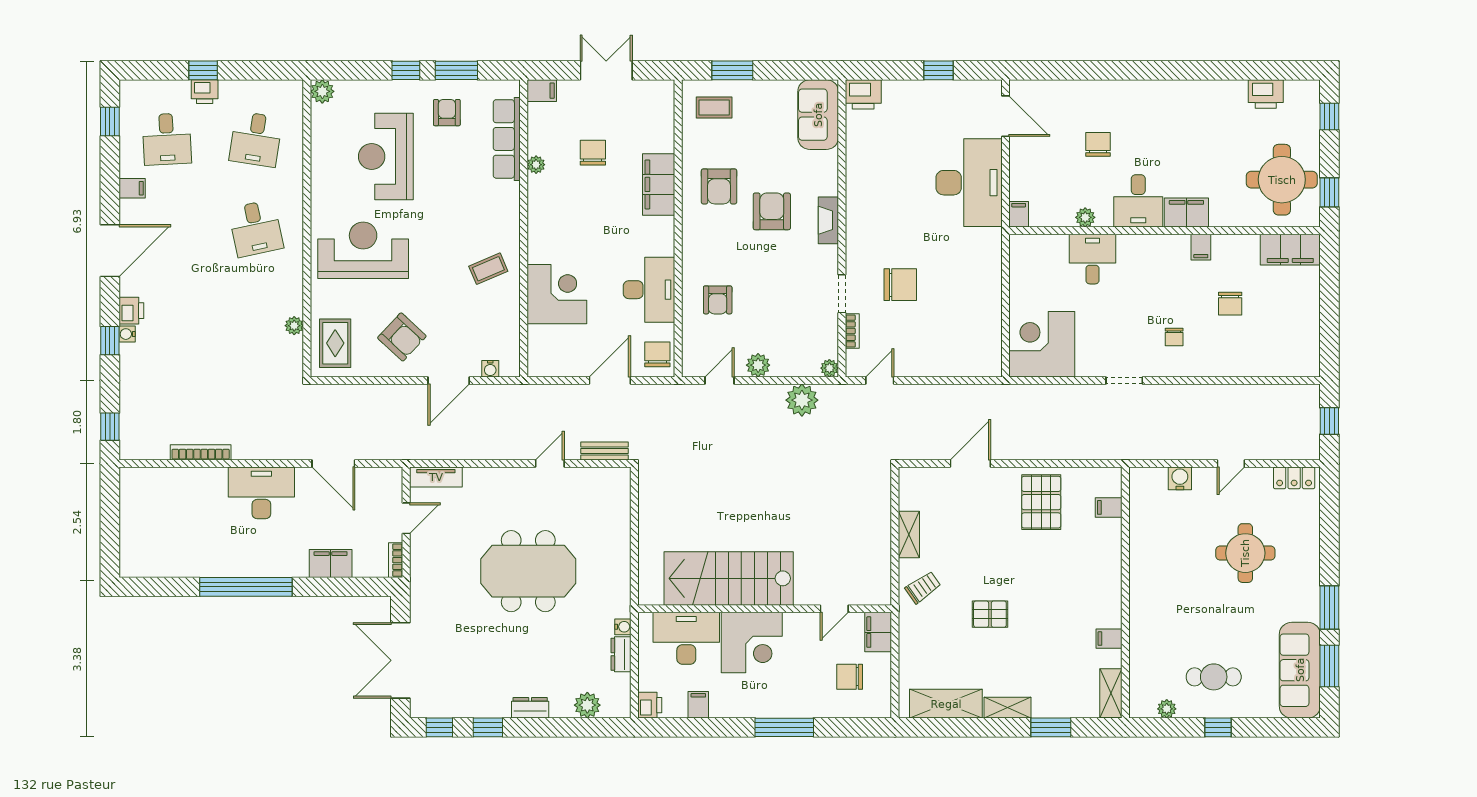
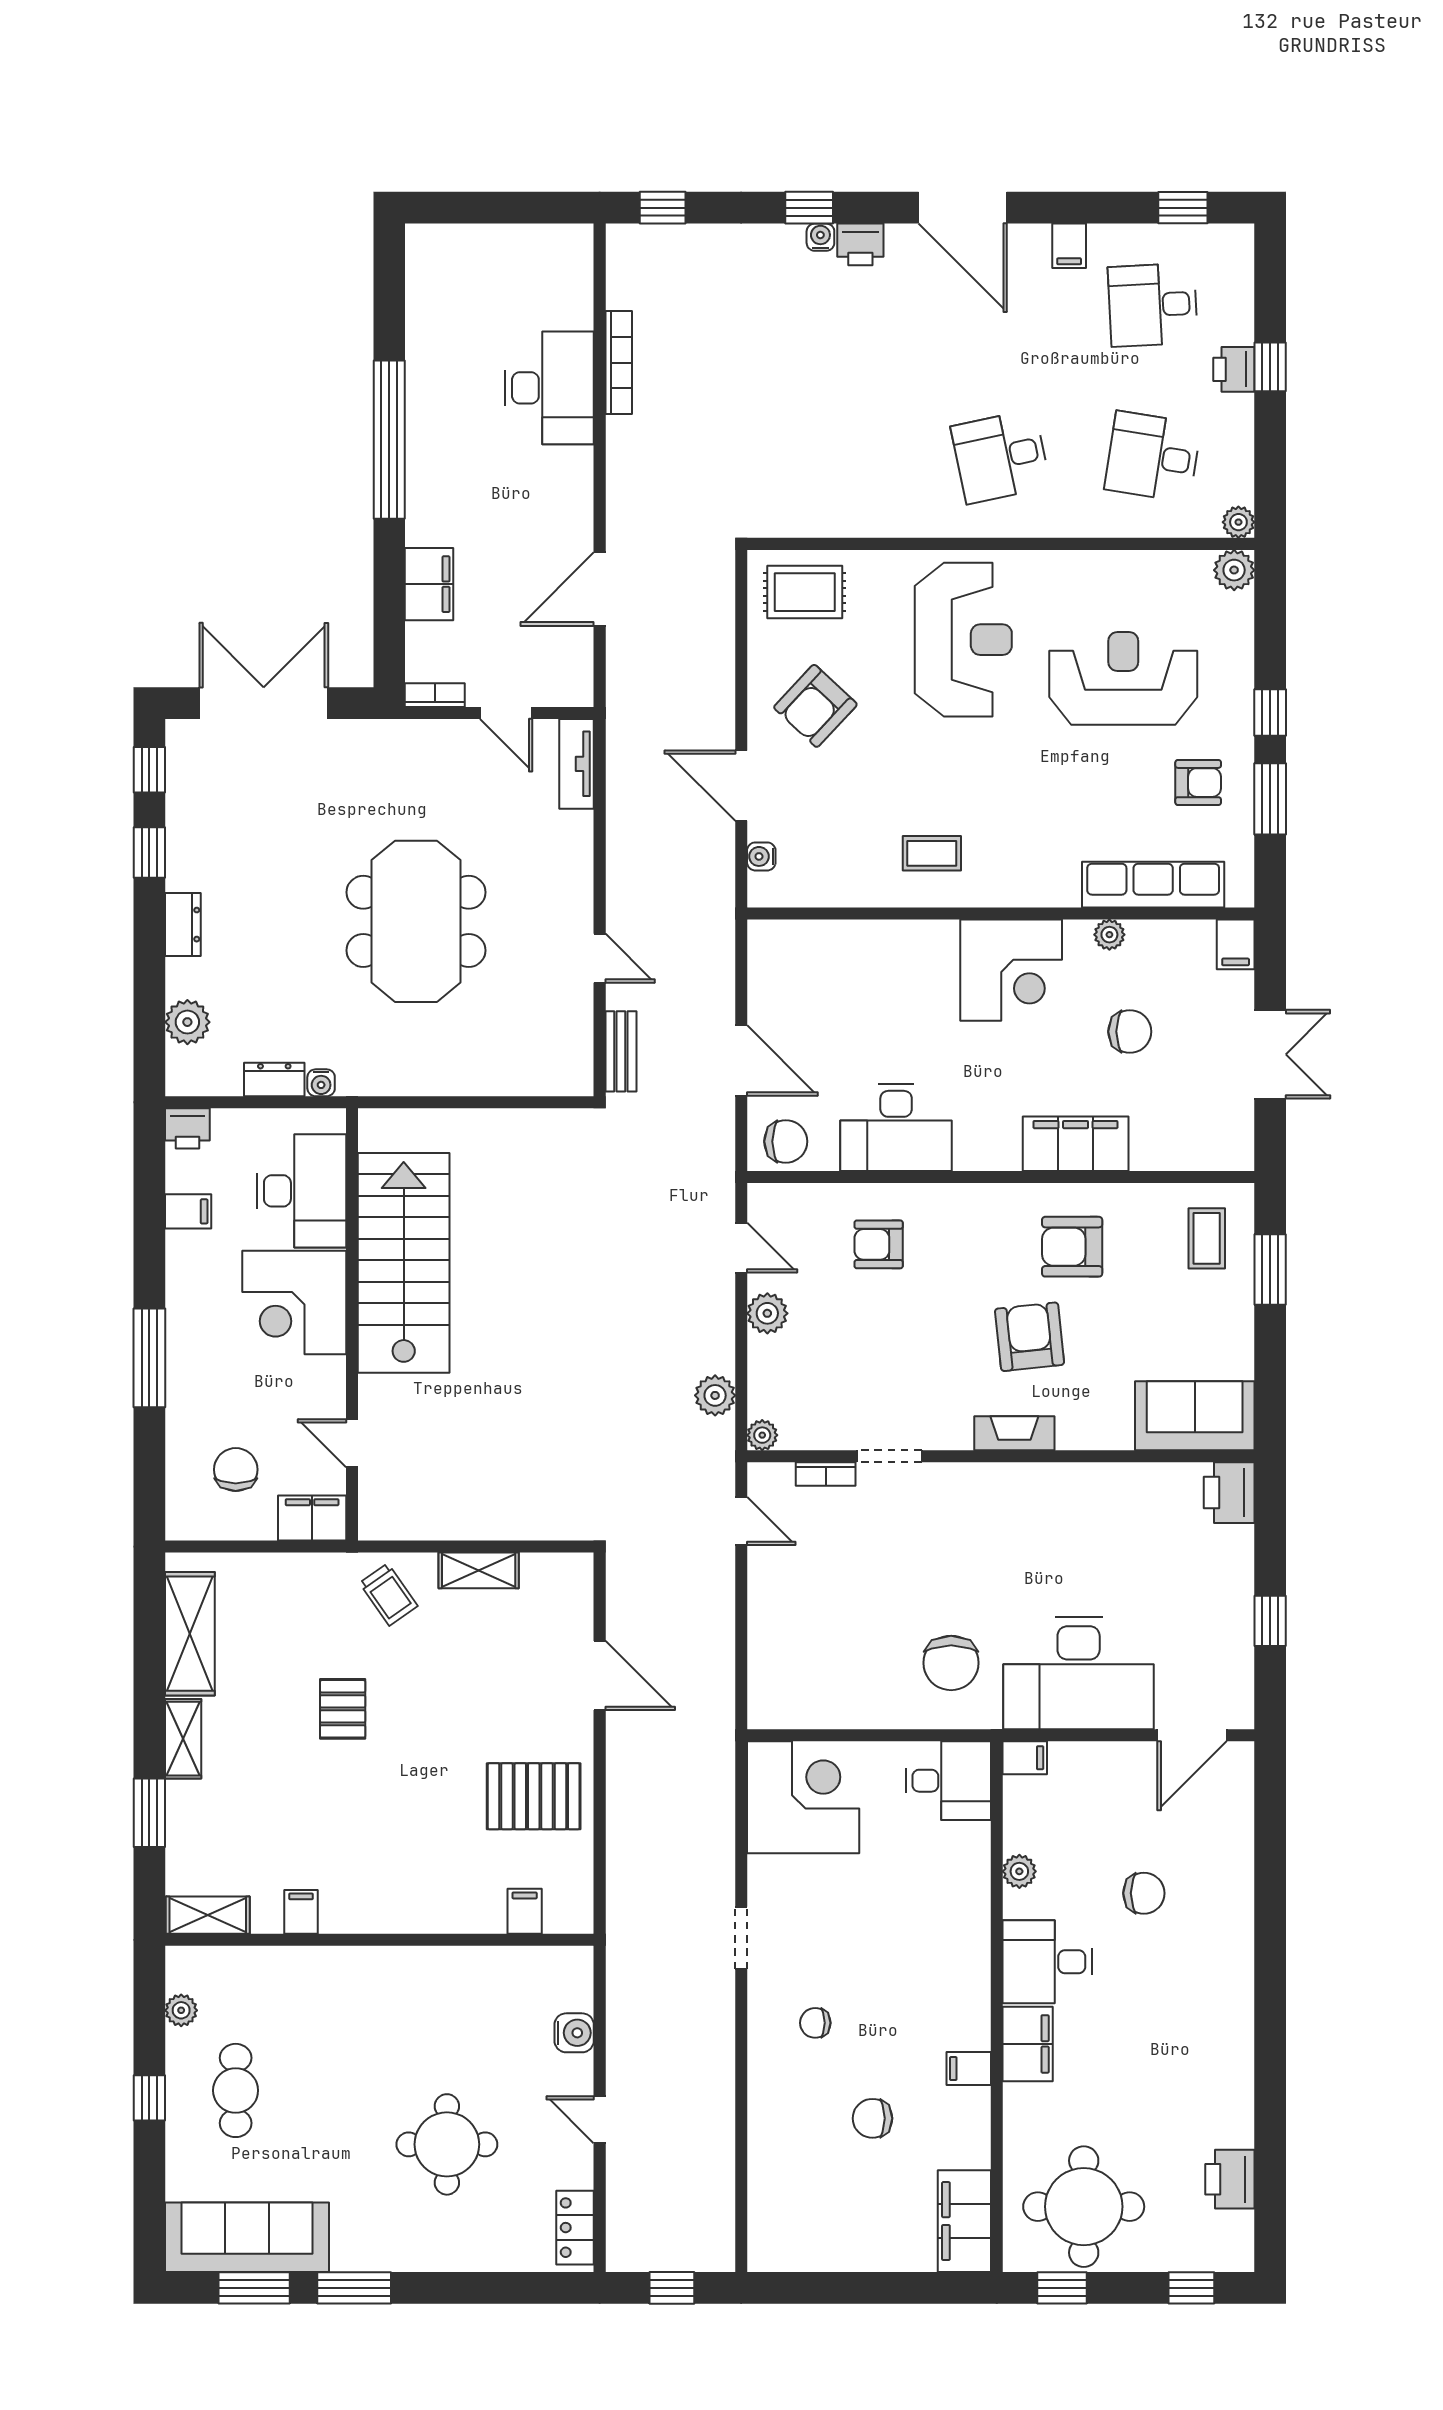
armchair: (772, 211) -> (1030, 1337), turned -96
desk: (1092, 259) -> (948, 1781), moved
coffee table: (488, 269) -> (932, 853), turned -67
chair: (900, 285) -> (951, 1663), moved
corner desk: (557, 294) -> (1011, 970), moved
plant: (294, 326) -> (1238, 522), moved
plant: (802, 400) -> (715, 1395), width x0.73, depth x0.73
desk: (261, 493) -> (549, 388), moved

